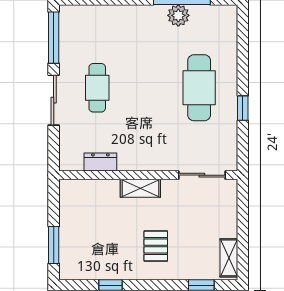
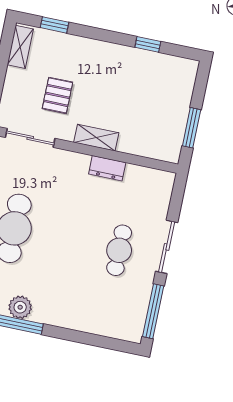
dresser: (100, 162) -> (107, 168), moved
window: (54, 245) -> (192, 128), moved
pallet: (156, 246) -> (57, 95), moved

